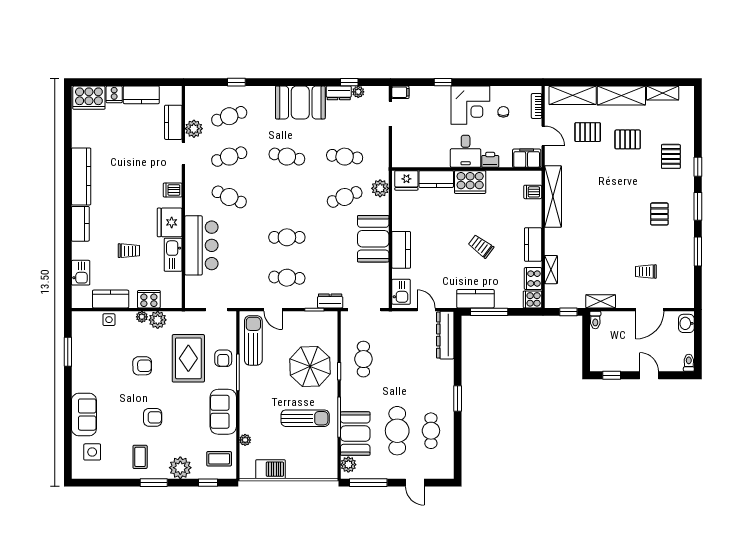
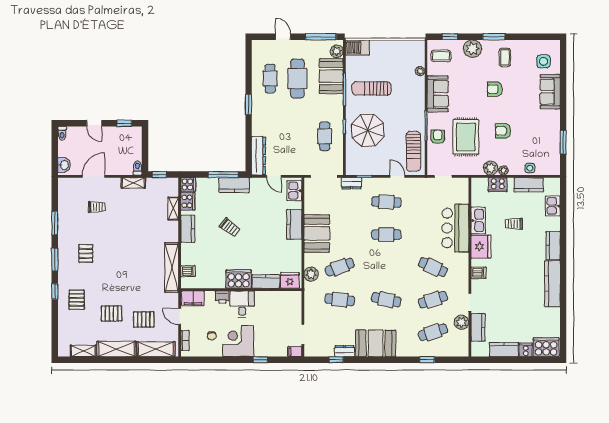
plant: (358, 92) -> (329, 352), removed
barbecue: (270, 469) -> (357, 48), moved

